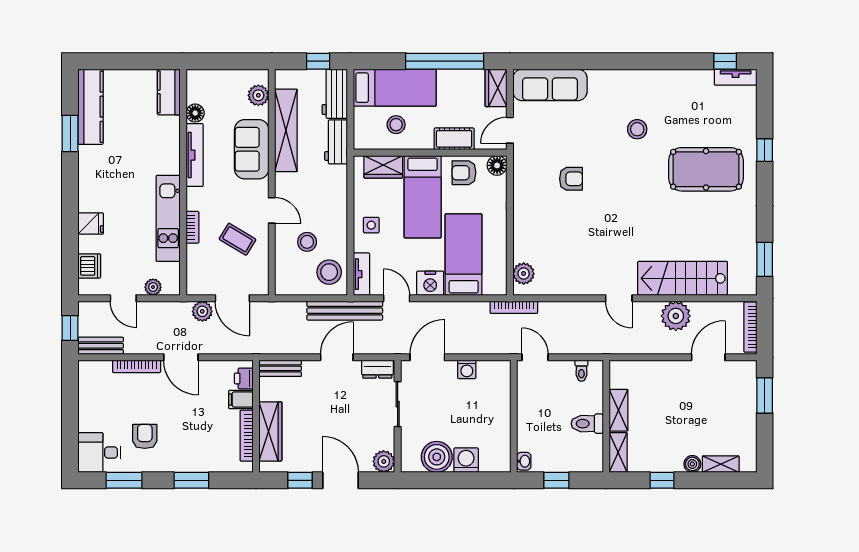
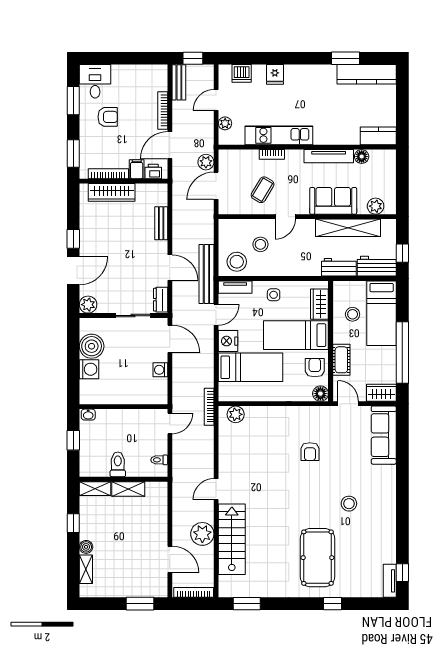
printer: (244, 378) -> (153, 171), moved
filing cabinet: (241, 400) -> (137, 169), moved
wall: (256, 416) -> (123, 181), moved
wardrobe: (270, 431) -> (112, 192), moved
bookcase: (247, 436) -> (108, 174), moved

